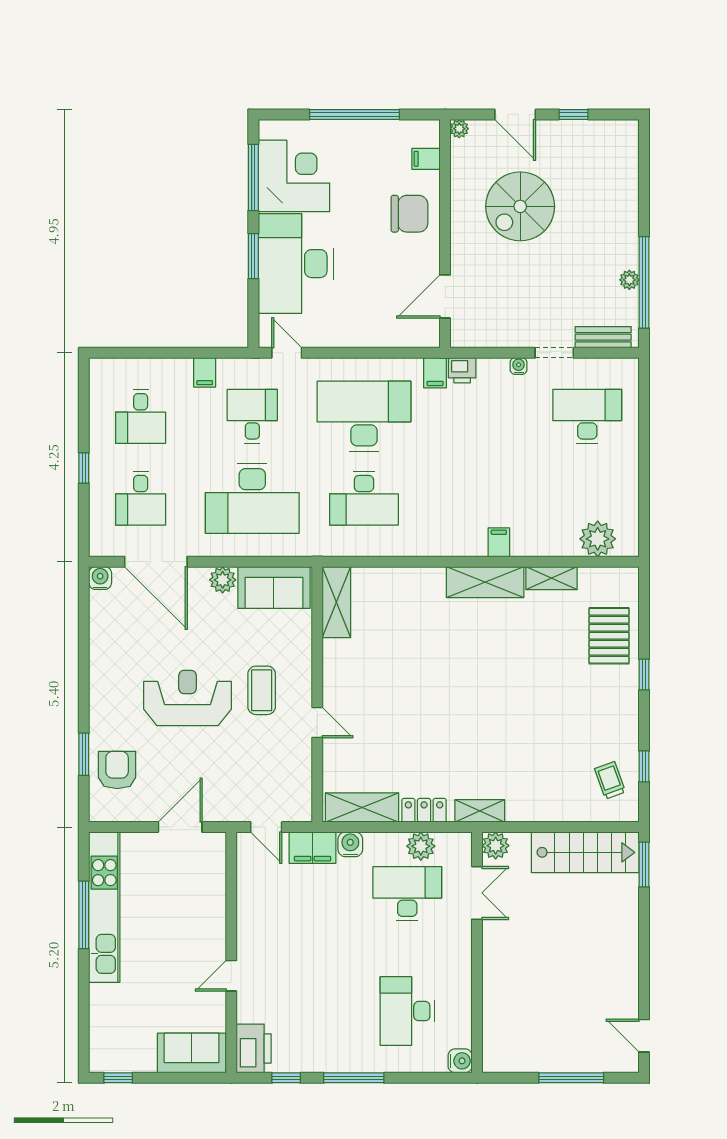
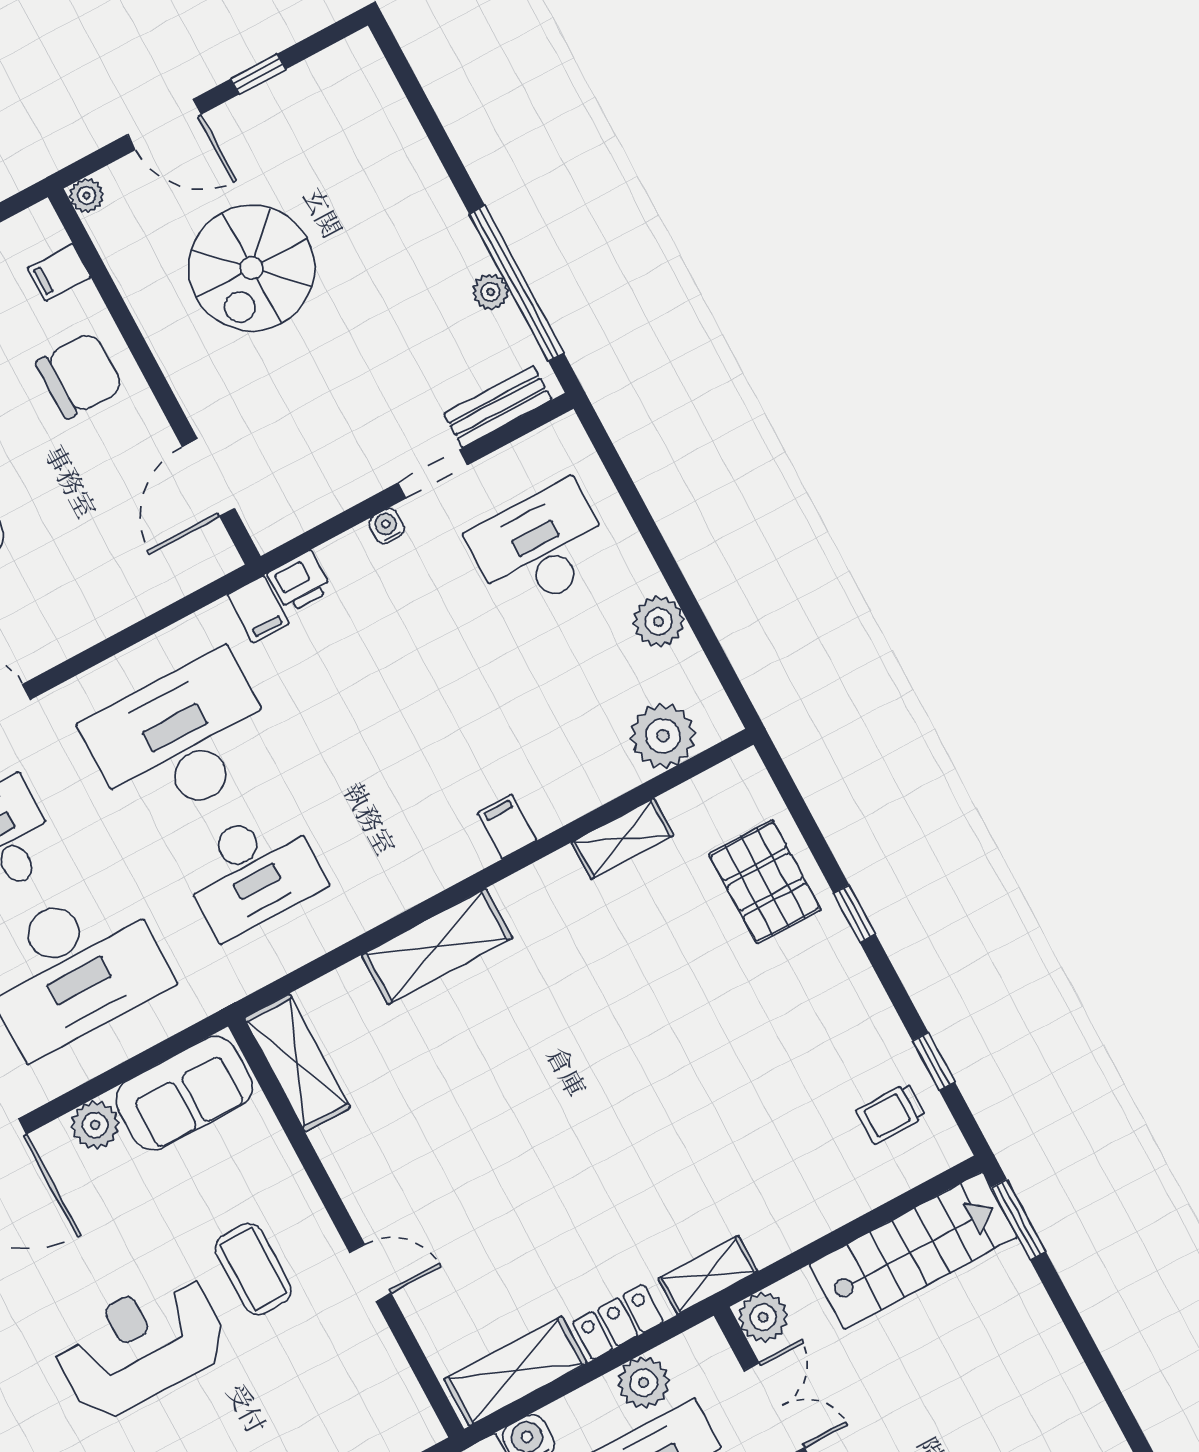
plant: (625, 483) -> (659, 621), added
shelving: (485, 582) -> (437, 947), moved
trolley: (610, 780) -> (891, 1113), turned -70

